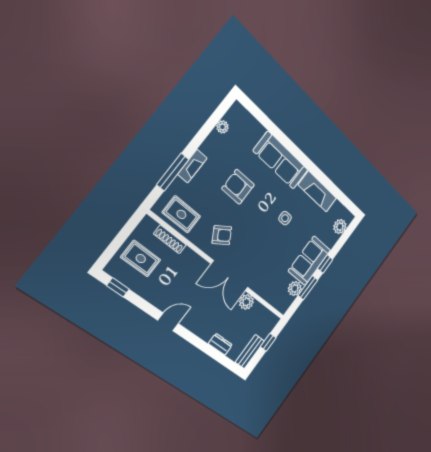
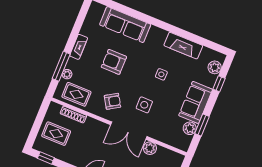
plant: (222, 127) -> (67, 74), moved
sofa: (281, 160) -> (125, 25), moved
fireplace: (192, 166) -> (79, 47), moved
side table: (256, 249) -> (144, 105), added
window: (325, 264) -> (219, 84), moved

